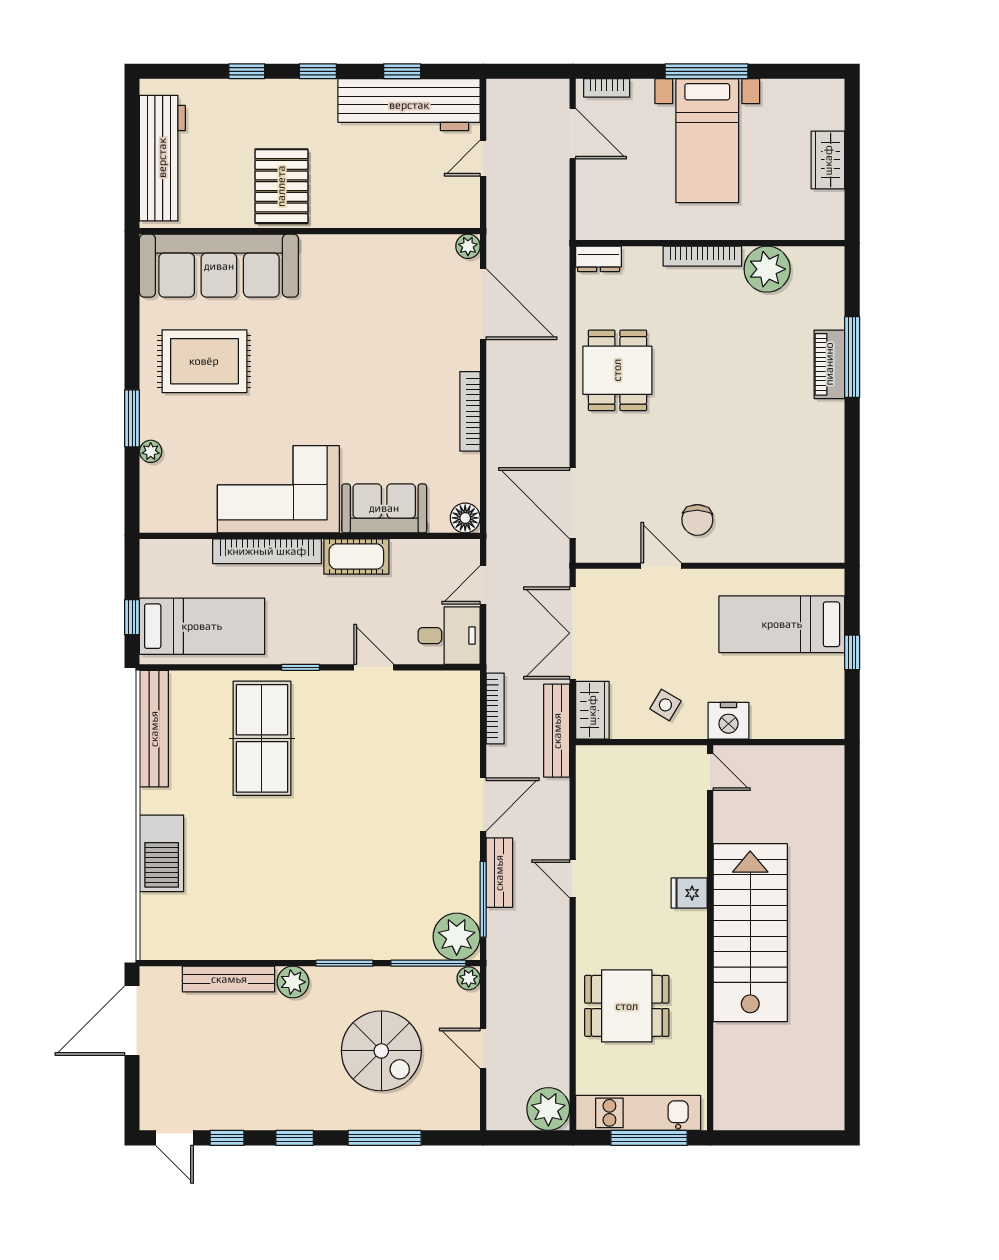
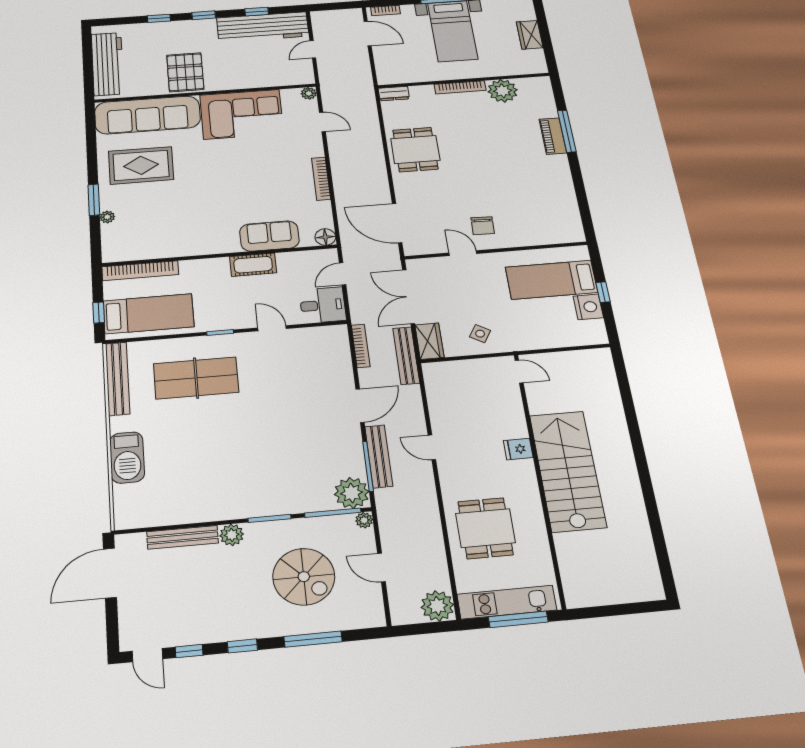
door: (483, 304) -> (322, 122), width x0.53
corner sofa: (278, 489) -> (242, 114), moved, turned 180
bookcase: (267, 551) -> (140, 271), moved
nightstand: (729, 721) -> (588, 307), moved, turned -90
table tennis table: (262, 738) -> (196, 378), turned 90
bench: (499, 873) -> (379, 456), width x1.36
dining table: (627, 1006) -> (485, 528), turned 90

